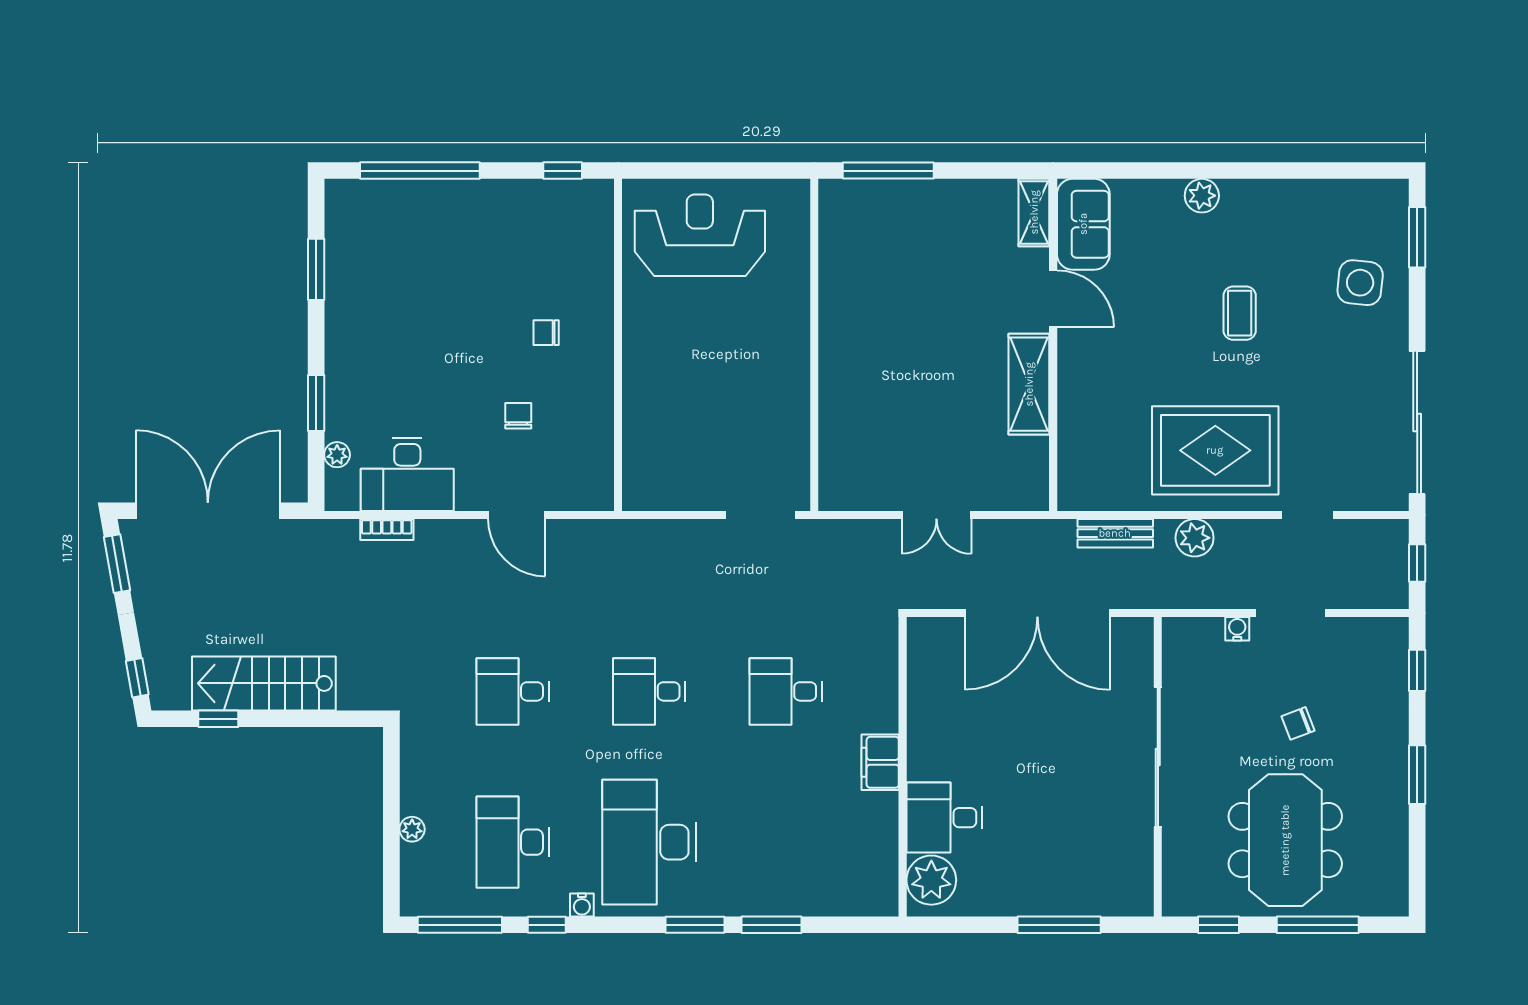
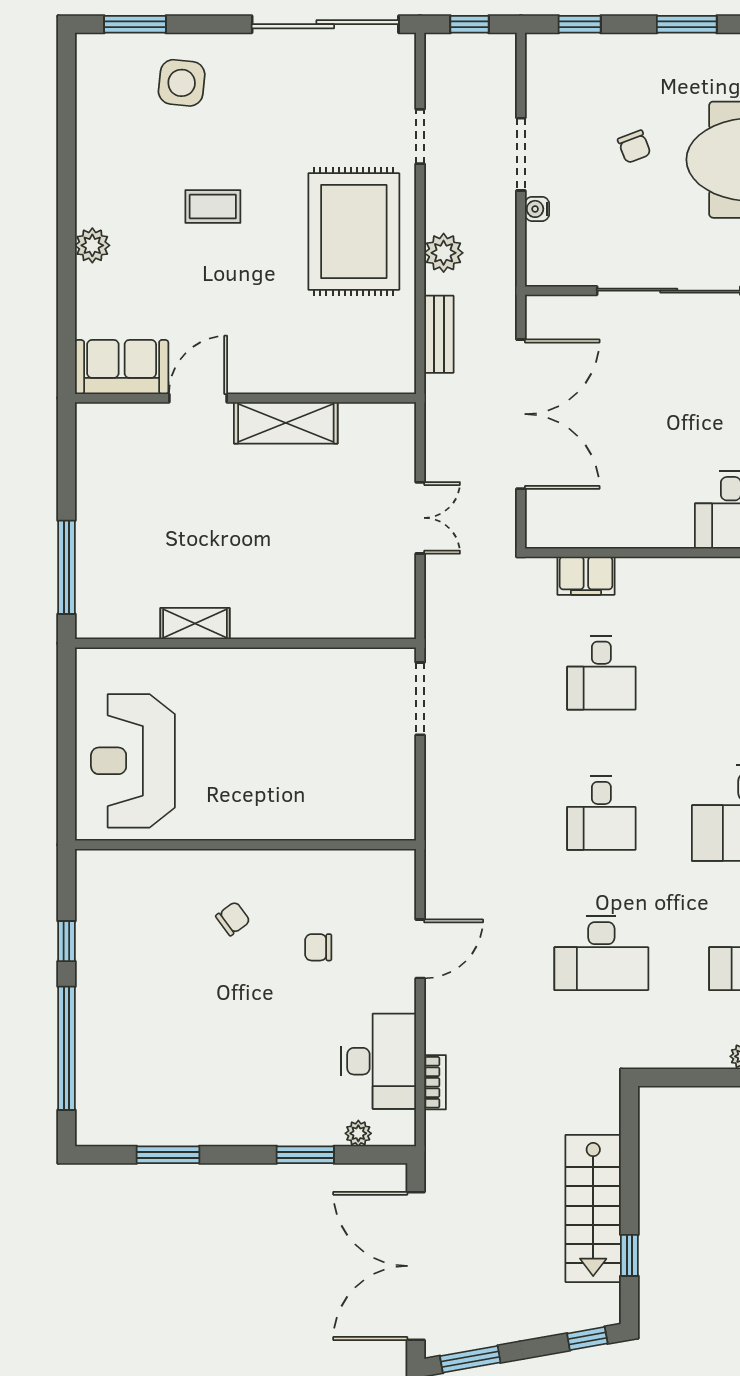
window: (563, 171) -> (66, 941), moved
shelving: (1034, 212) -> (195, 624), moved
chair: (546, 333) -> (233, 919), turned -126
desk: (513, 691) -> (601, 953), width x1.37
filing cabinet: (880, 762) -> (586, 576), moved

